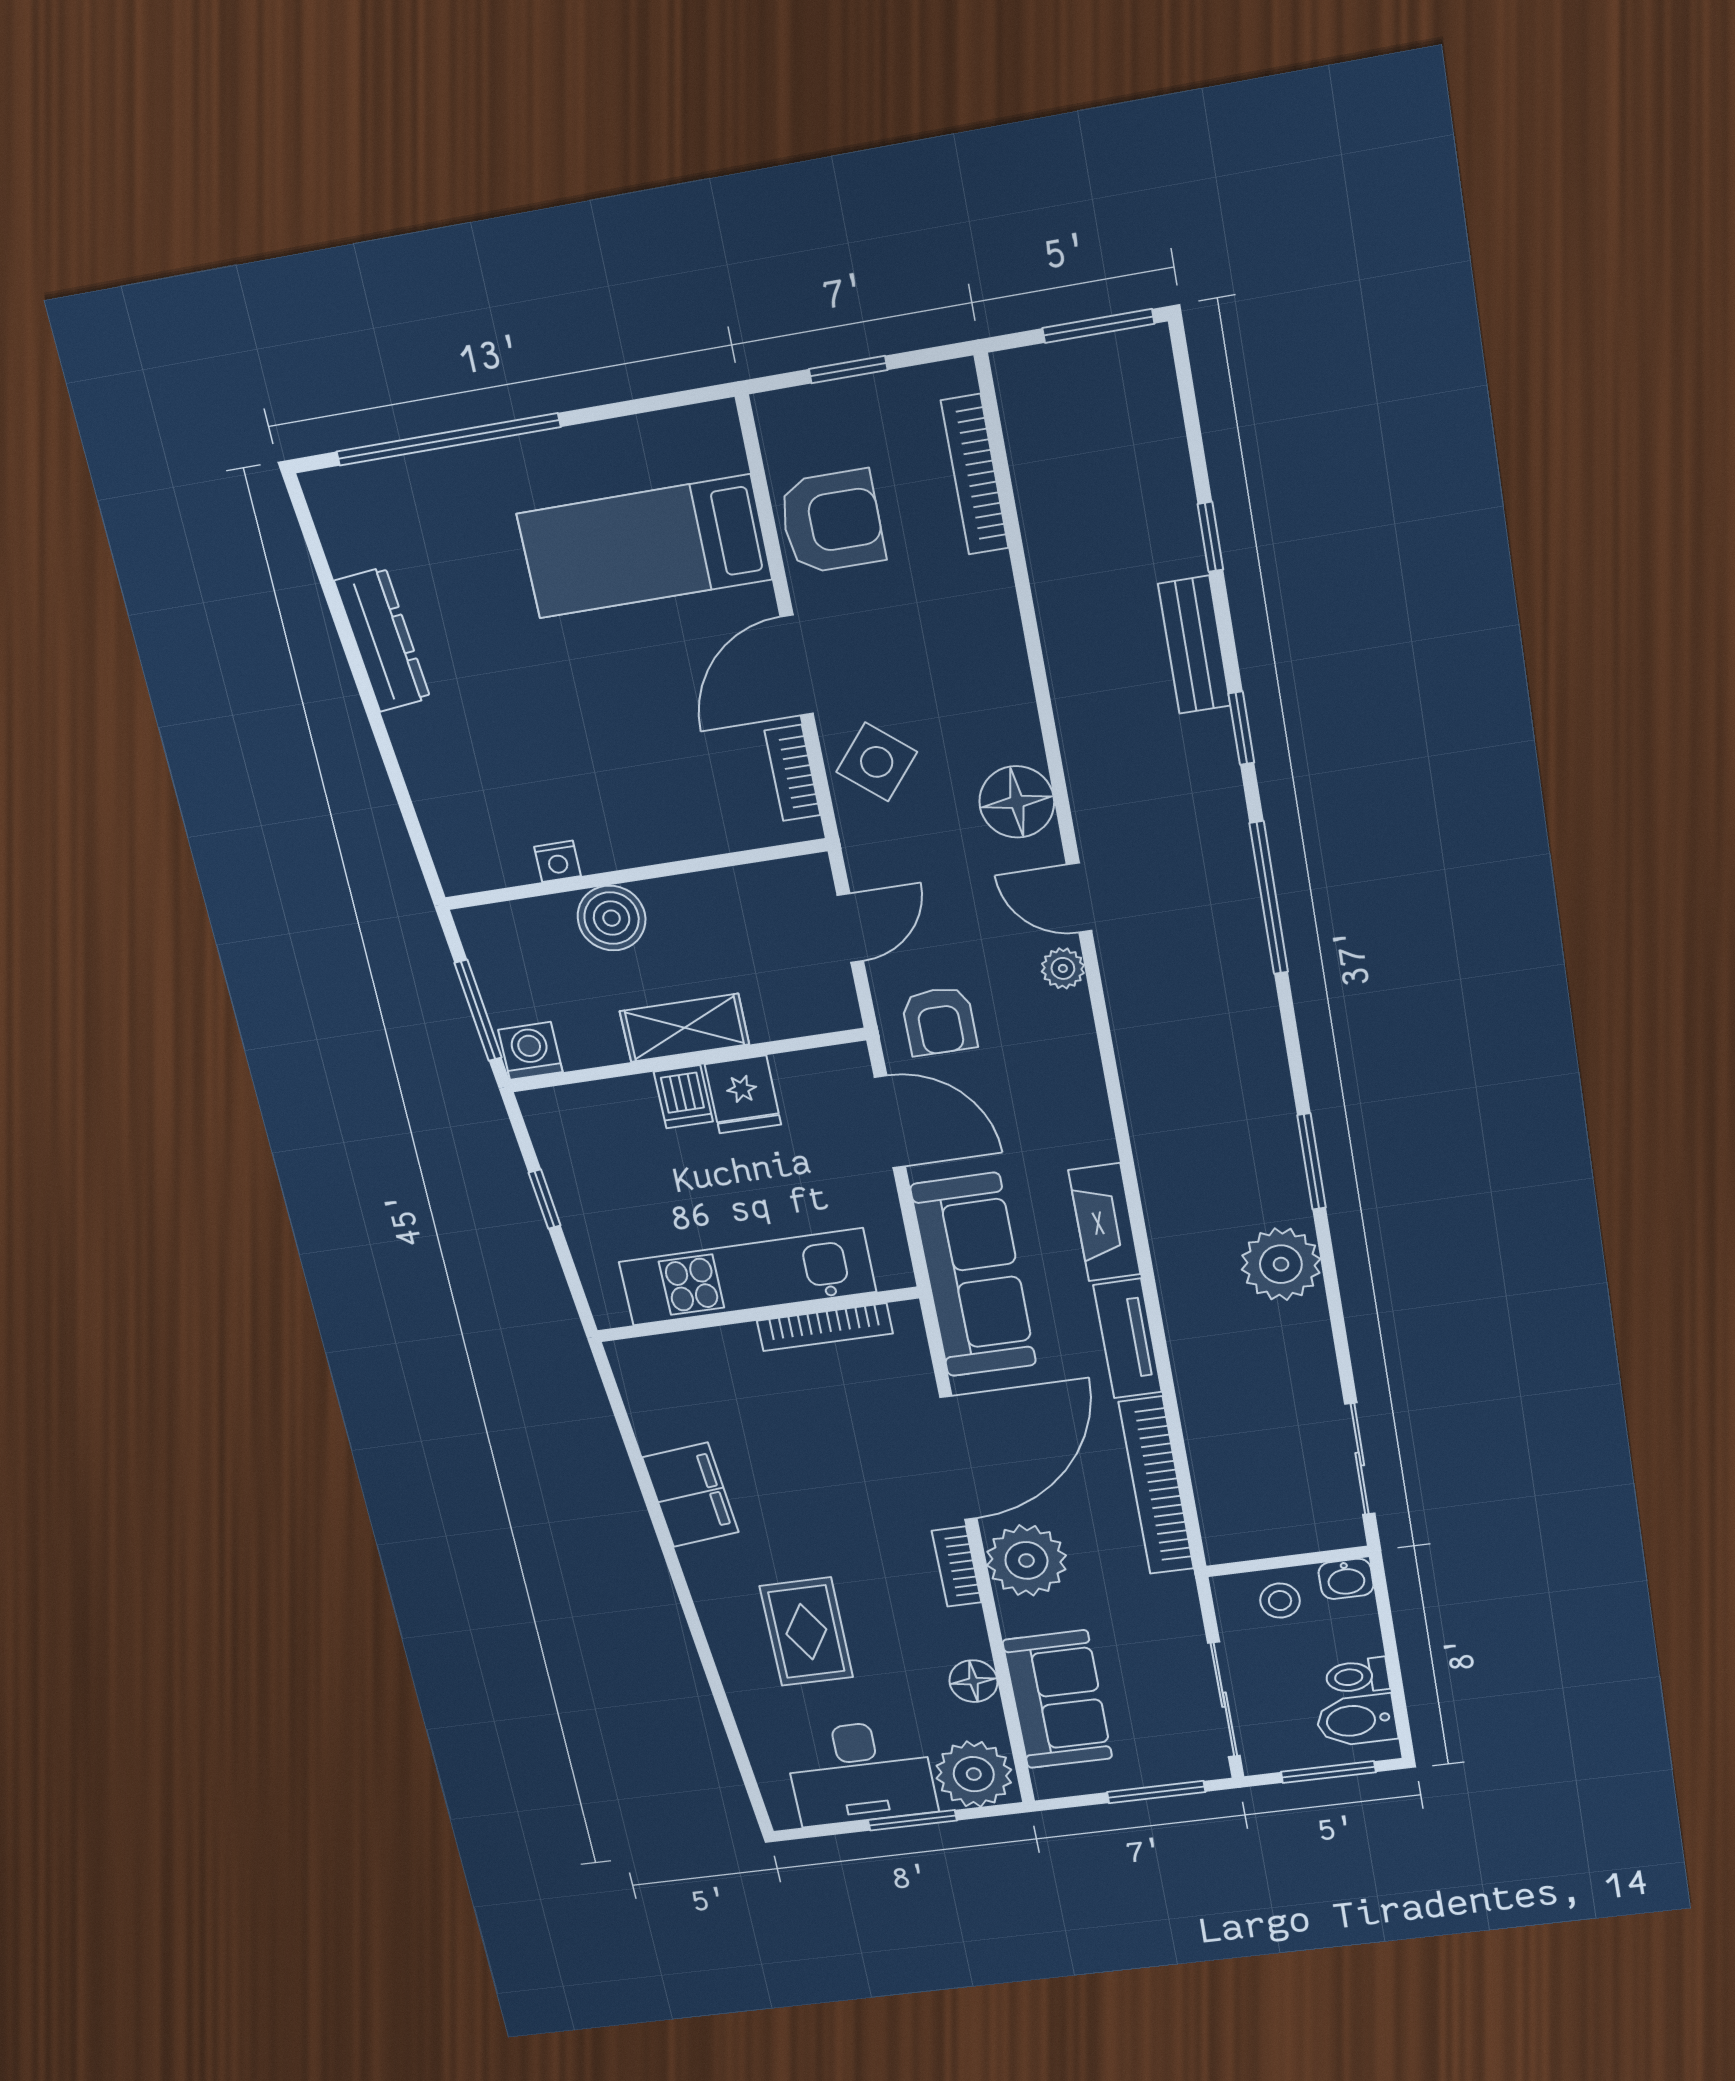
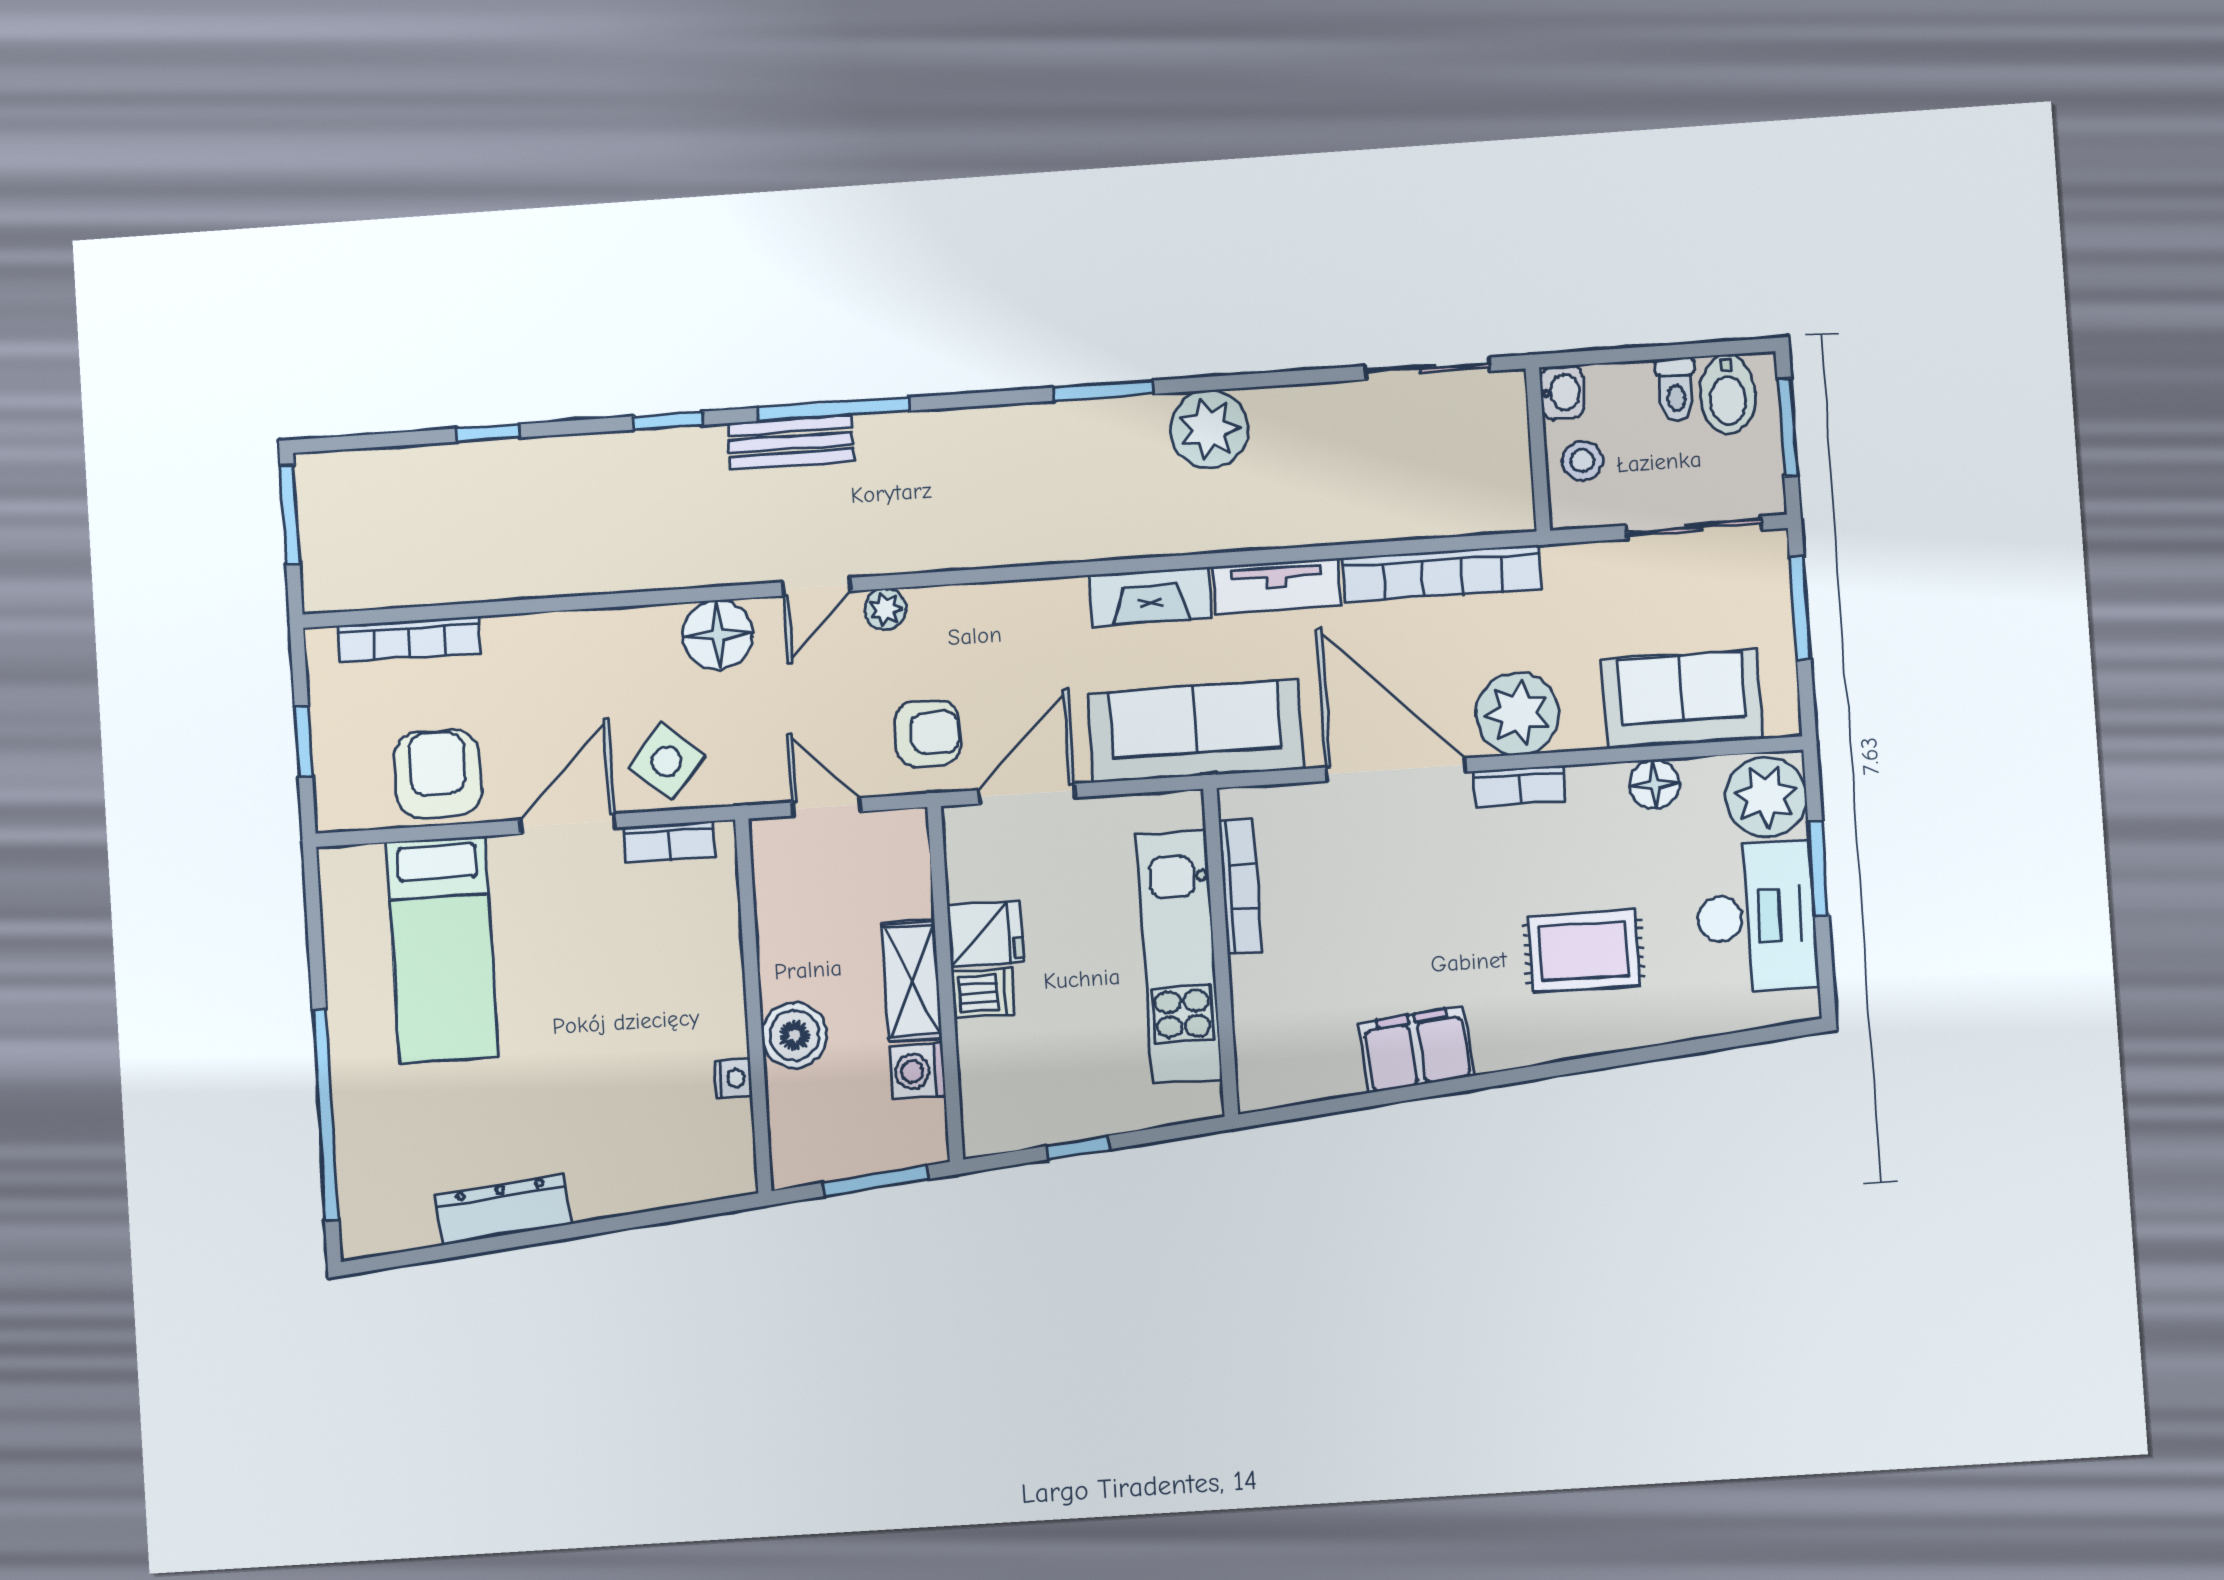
bench: (1194, 645) -> (791, 442), moved
door: (797, 665) -> (567, 824), swing flipped
washing machine: (530, 1051) -> (918, 1071), moved

